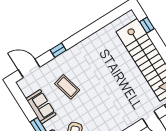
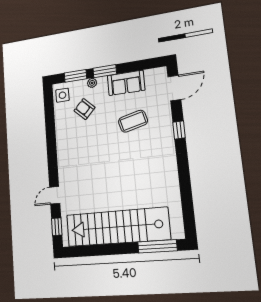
window: (147, 25) -> (157, 246), width x2.17

